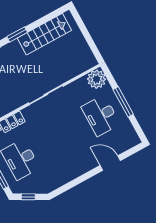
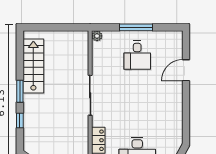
plant: (97, 79) -> (97, 36), width x0.53, depth x0.53
desk: (101, 116) -> (137, 55), width x0.73

